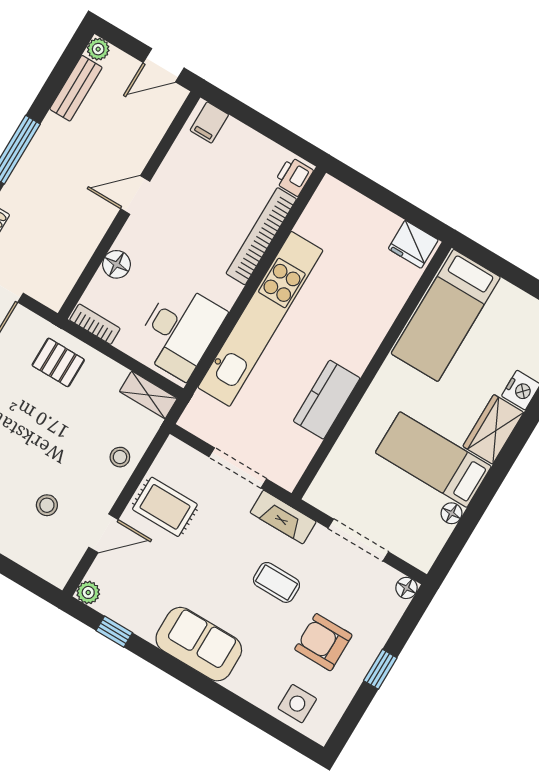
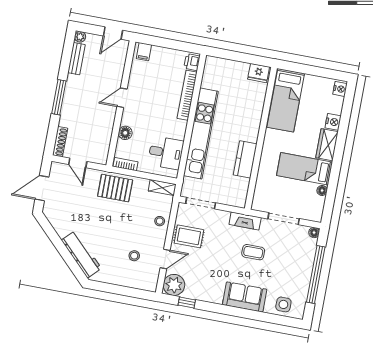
desk: (180, 331) -> (166, 153), width x0.73
pallet: (58, 362) -> (115, 188), width x1.50, depth x1.42
doorway: (238, 468) -> (201, 203), moved
plant: (88, 592) -> (174, 285), width x1.87, depth x1.87
armchair: (323, 642) -> (285, 272), removed
sofa: (199, 644) -> (245, 297), moved
window: (380, 669) -> (316, 274), width x3.17

